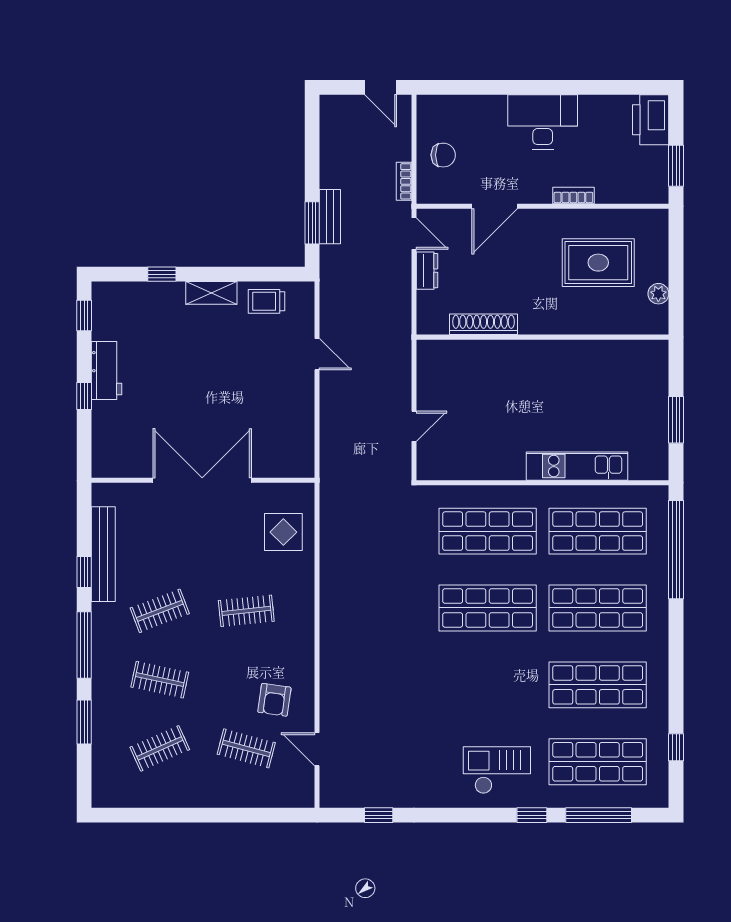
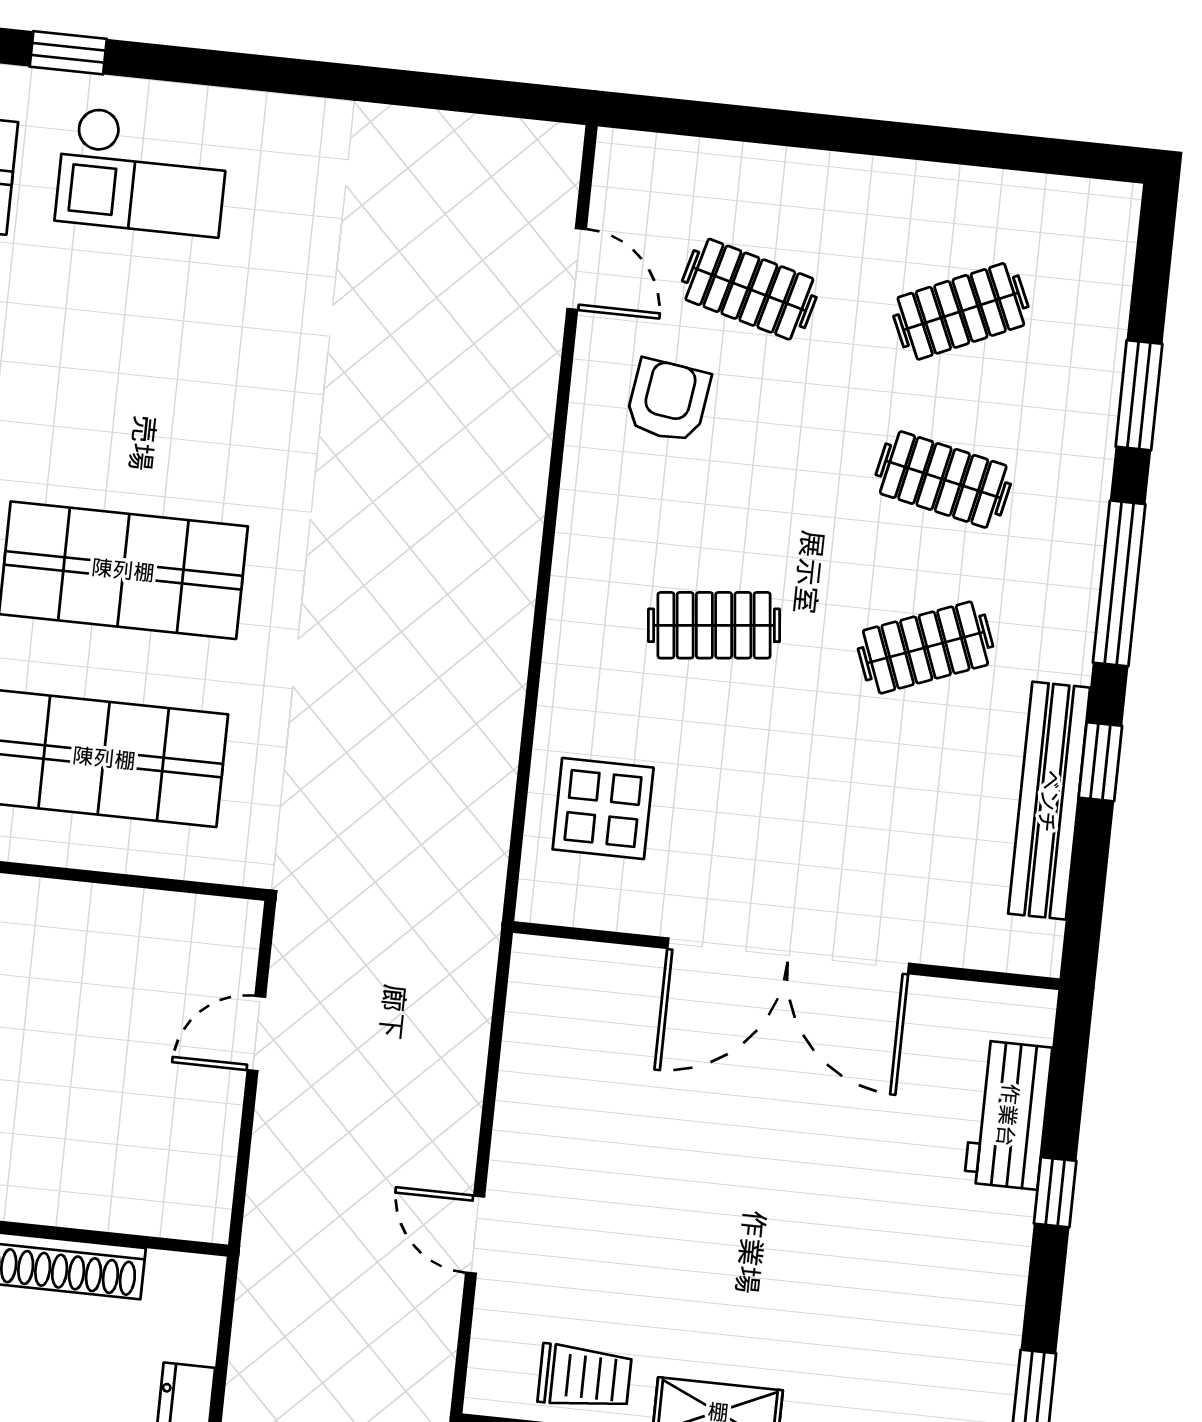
workbench: (106, 370) -> (1008, 1115), moved
window: (379, 815) -> (443, 92), removed

